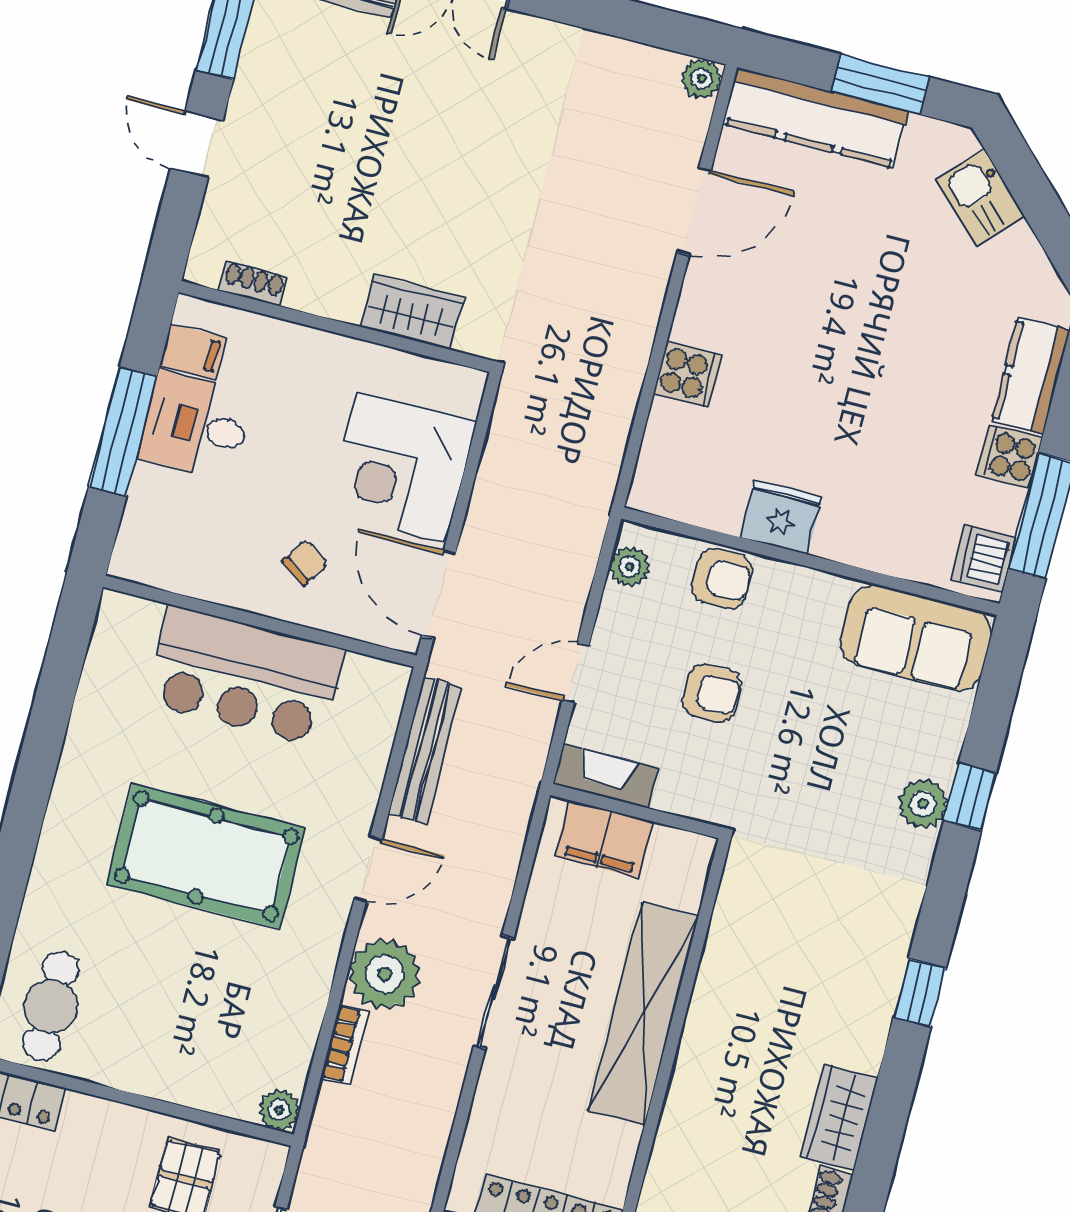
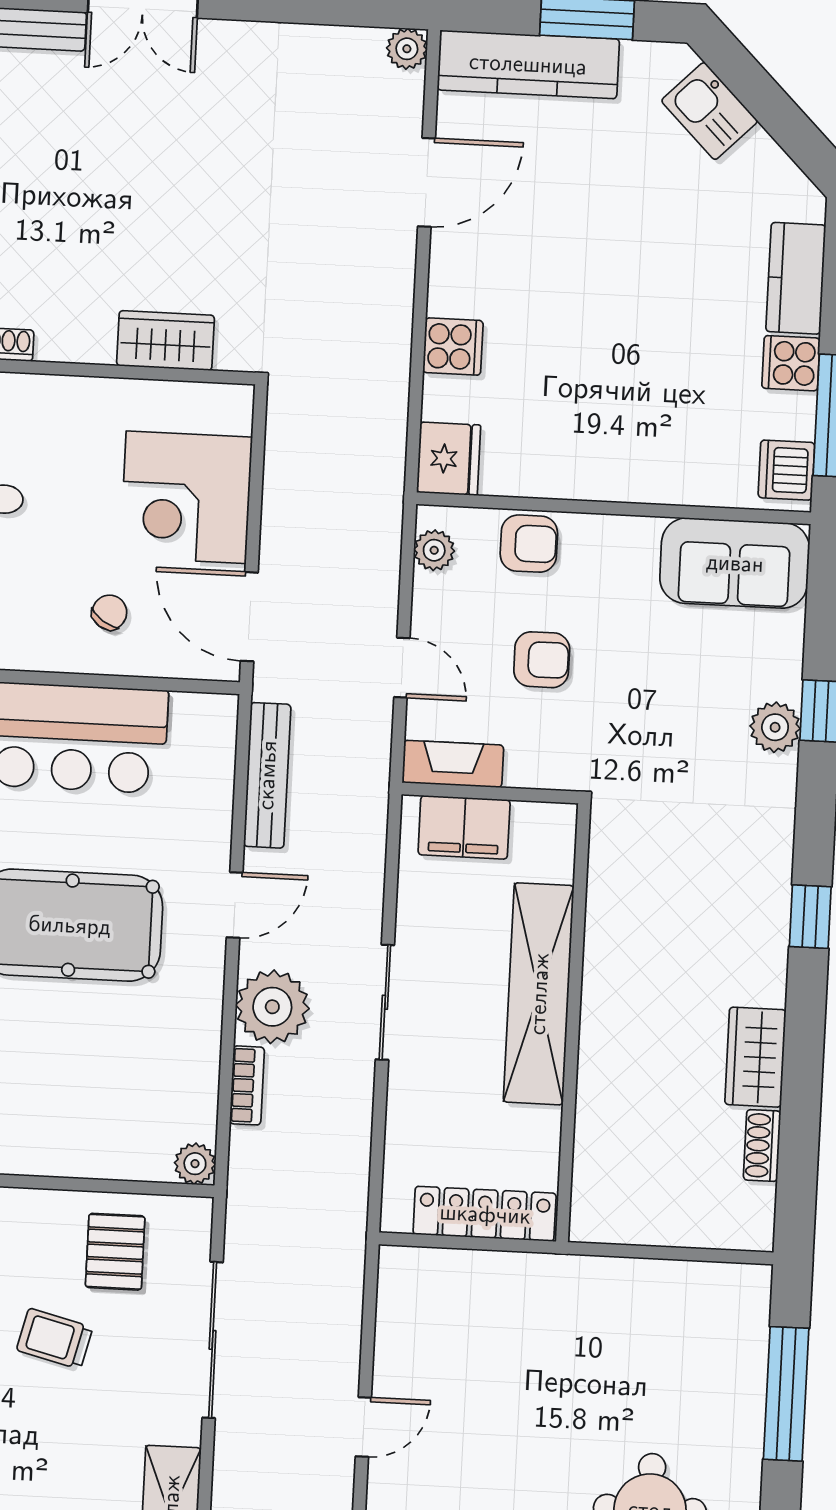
fridge: (781, 517) -> (449, 459), moved, turned 90
door: (575, 673) -> (402, 668), swing flipped

